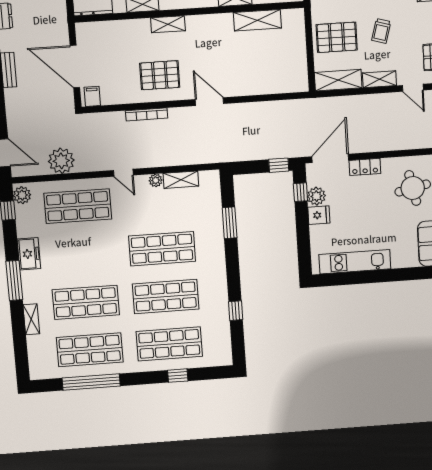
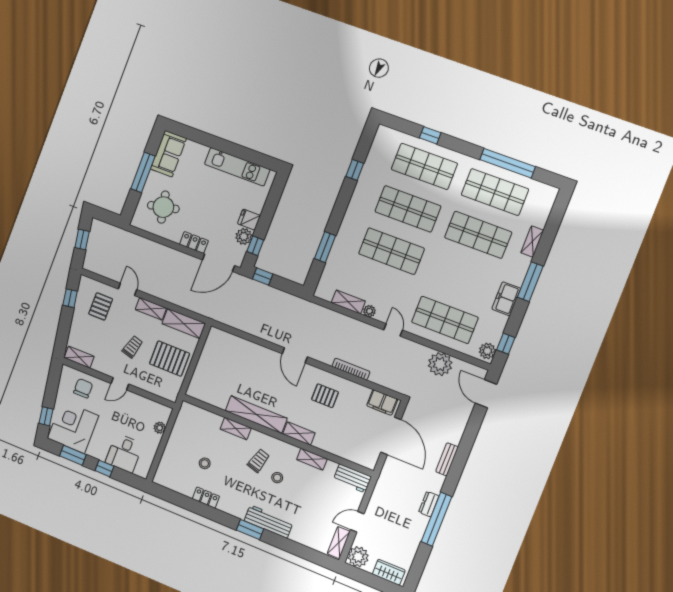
shelving: (257, 20) -> (256, 414), moved, width x1.47
pallet: (160, 75) -> (325, 396), width x0.67, depth x0.71
filing cabinet: (92, 96) -> (382, 402), width x2.00

